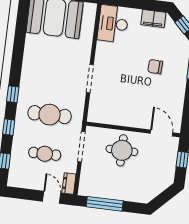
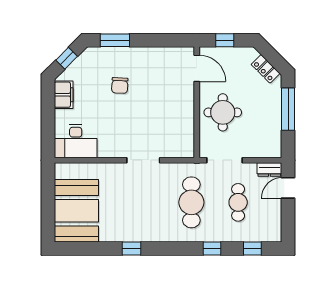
window: (13, 94) -> (132, 248), moved
door: (162, 133) -> (197, 68), swing flipped
locker: (154, 191) -> (266, 69), added
window: (105, 204) -> (288, 109), moved

